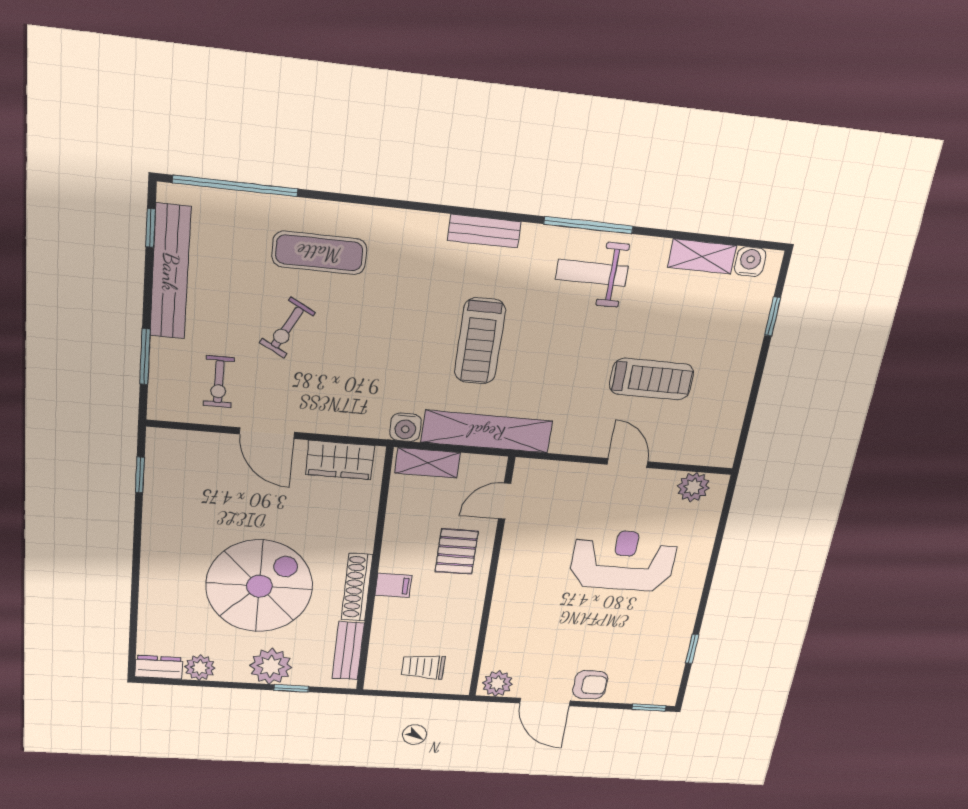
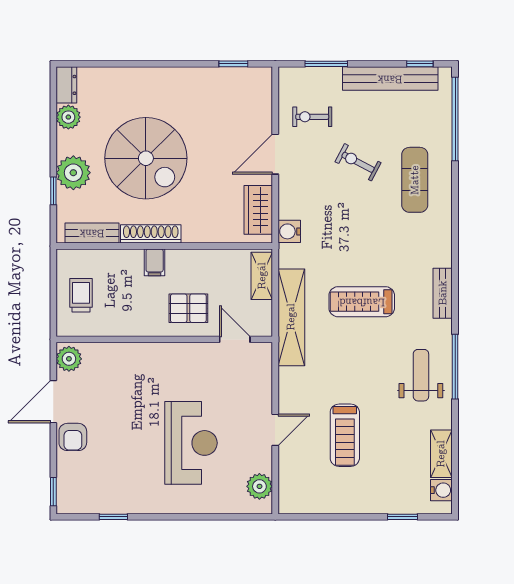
water cooler: (406, 427) -> (289, 231), moved

